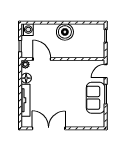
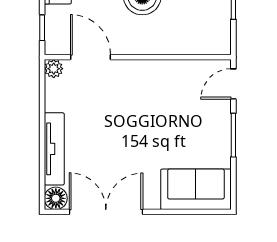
floor lamp: (26, 78) -> (56, 198), moved
sofa: (96, 98) -> (196, 189), moved, turned 90

